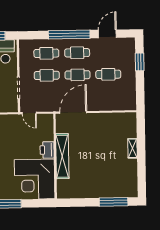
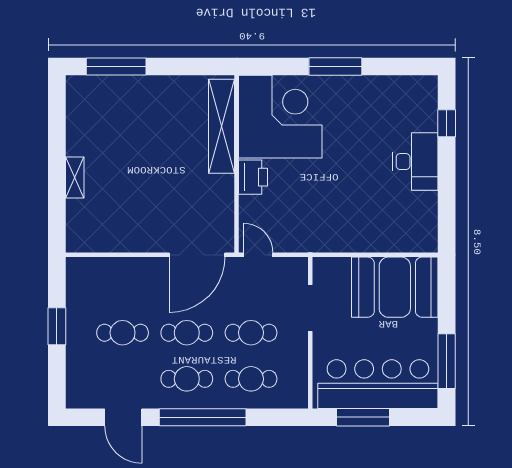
door: (107, 34) -> (123, 417), hinge flipped
window: (140, 62) -> (57, 326), moved
door: (29, 113) -> (258, 255), moved
shelving: (62, 156) -> (222, 126), moved

